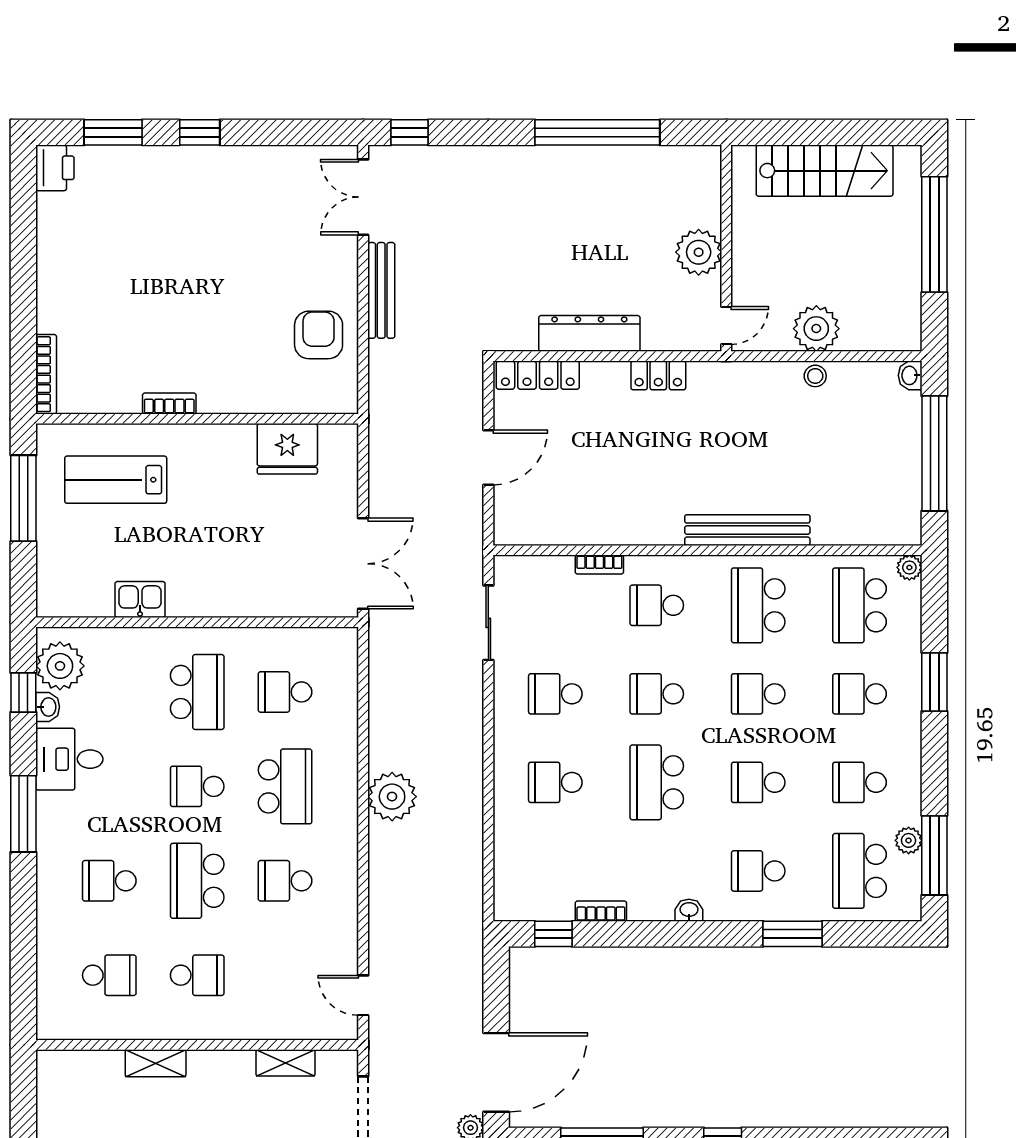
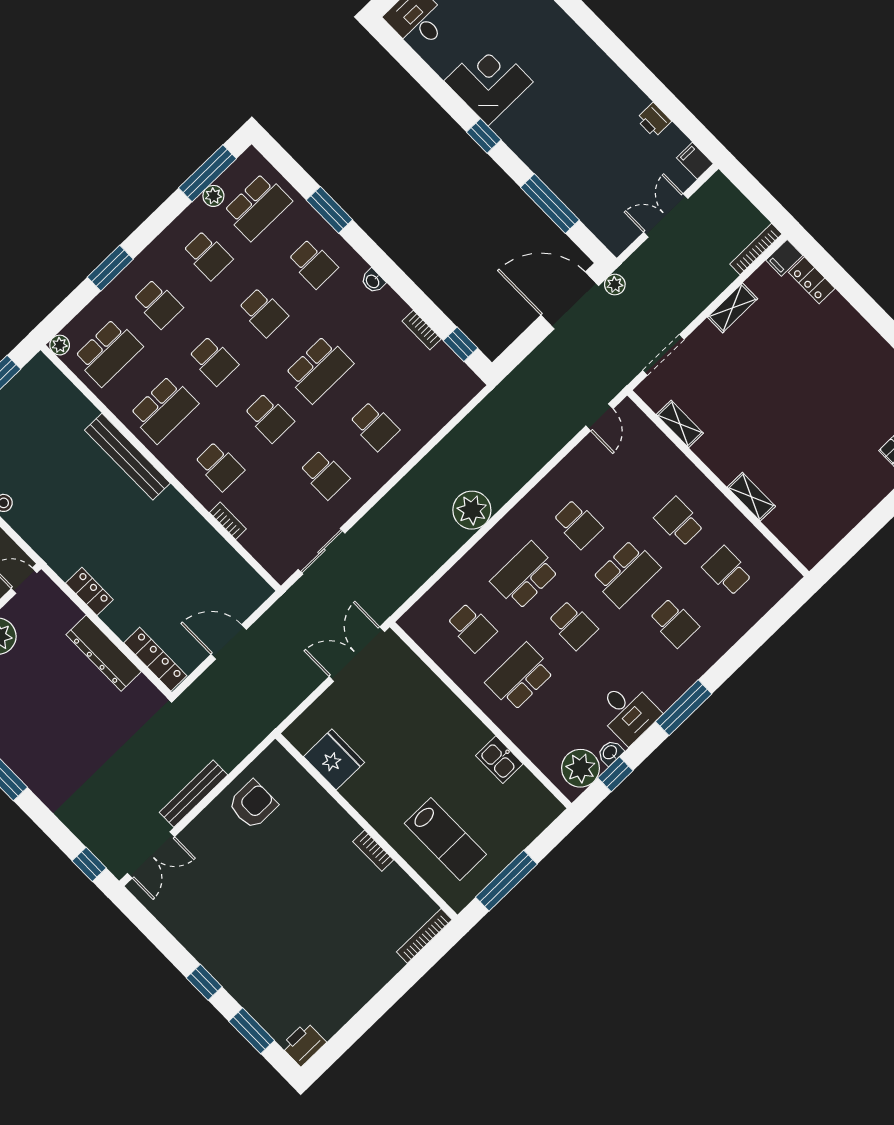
armchair: (319, 335) -> (253, 804), turned 180

